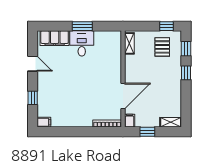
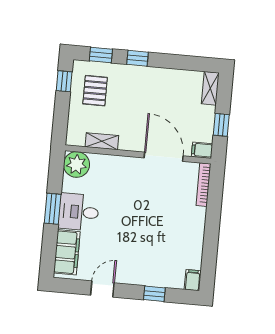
plant: (113, 39) -> (77, 164), added
shelving: (129, 43) -> (102, 141), moved
pallet: (162, 47) -> (95, 91), turned 90

